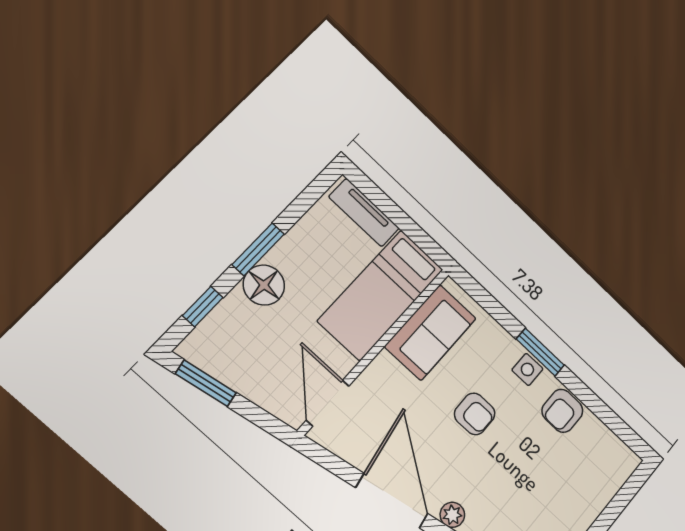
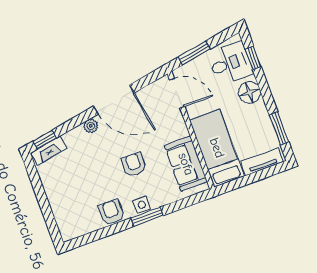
window: (258, 249) -> (279, 128), moved
desk: (232, 340) -> (230, 63), added
window: (206, 383) -> (194, 53), moved
armchair: (475, 414) -> (134, 165), turned 90

